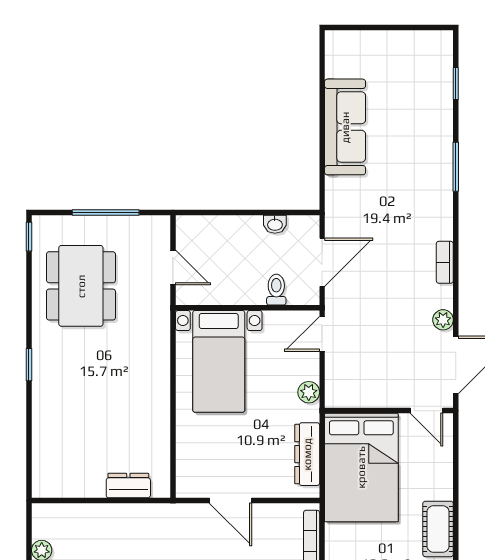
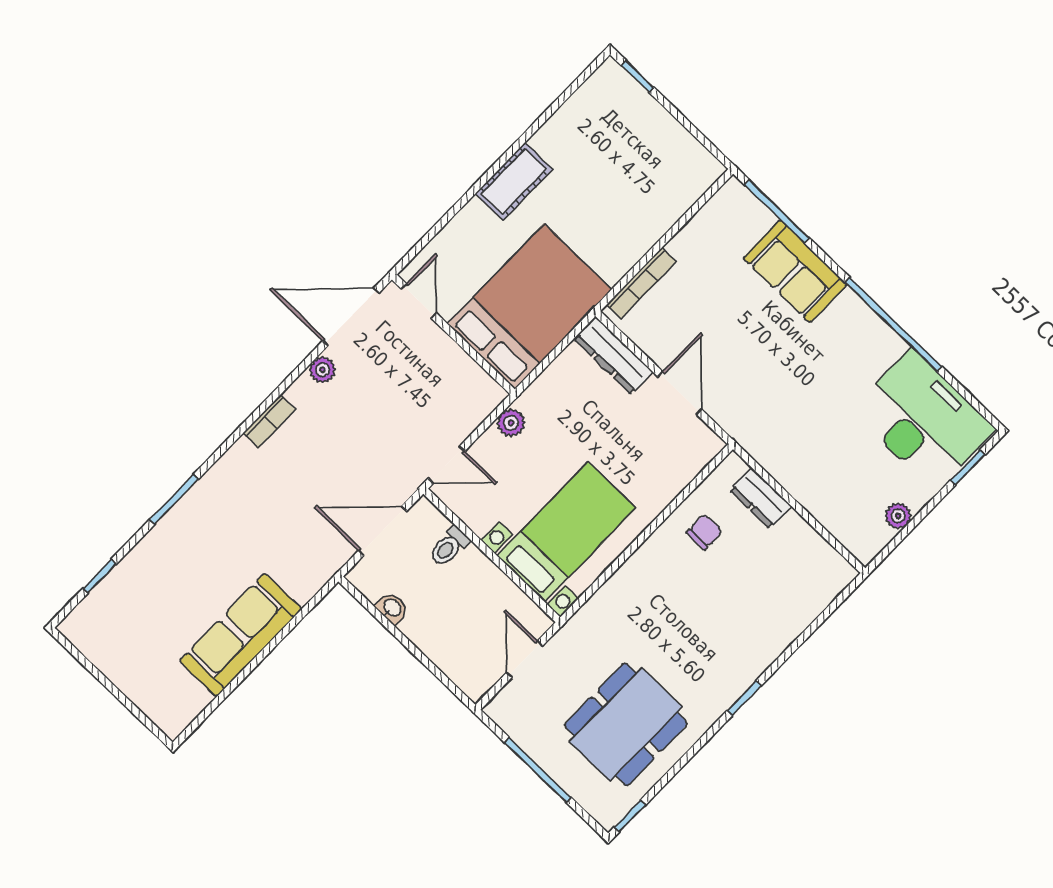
chair: (141, 436) -> (704, 532), added
dresser: (307, 454) -> (613, 355), moved, turned 90

